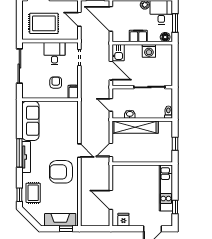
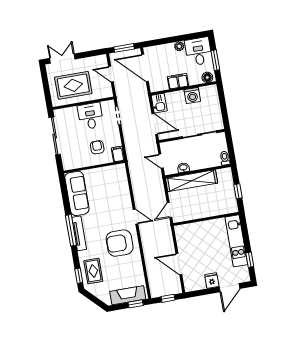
fridge: (123, 220) -> (212, 281), moved
window: (96, 229) -> (168, 298), added

